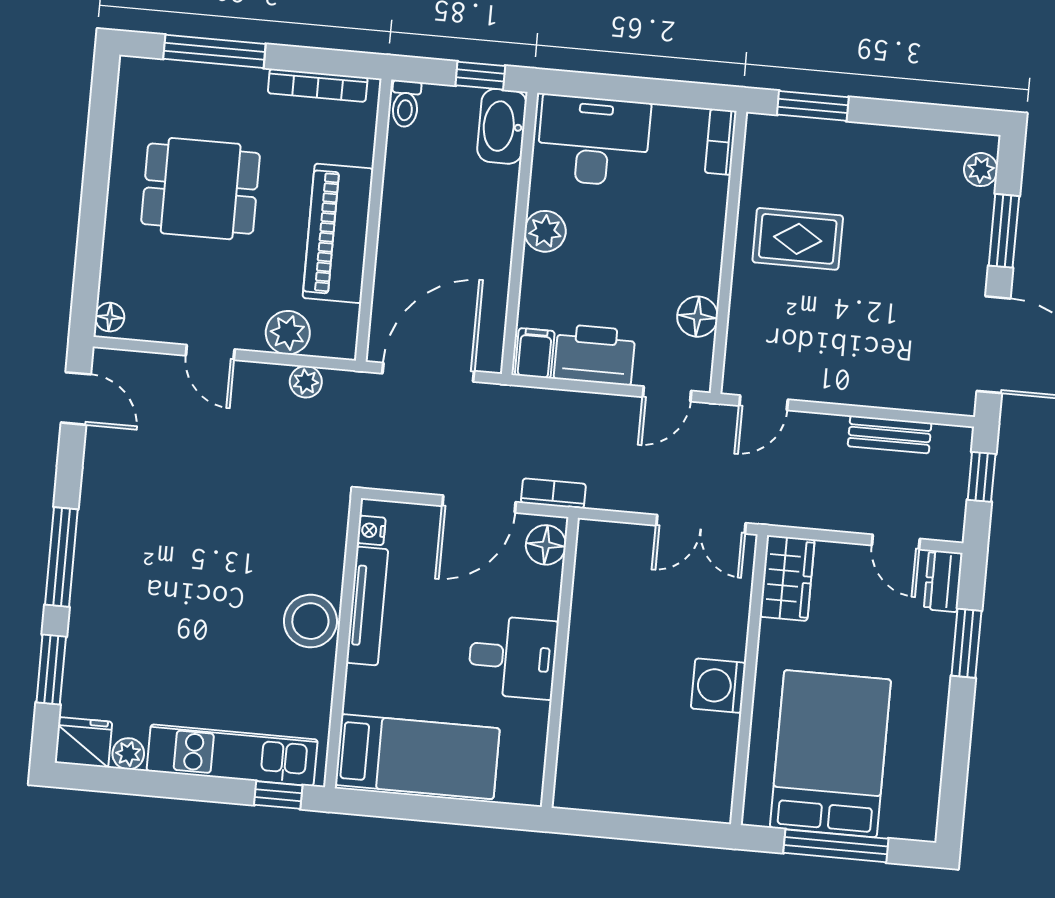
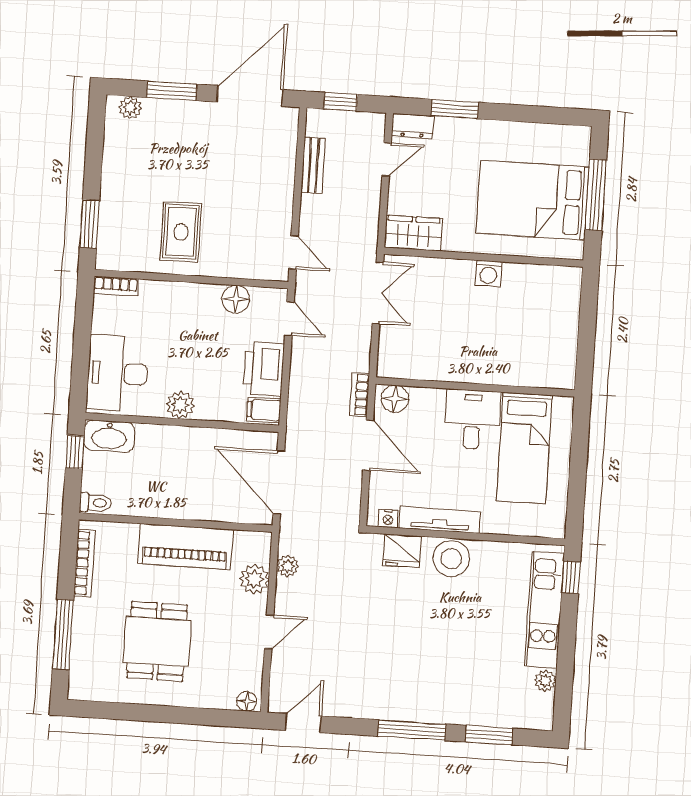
washing machine: (718, 686) -> (489, 273), width x0.73, depth x0.73
fridge: (83, 742) -> (402, 551), moved, turned -90
bed: (417, 757) -> (524, 448), moved, turned 180

